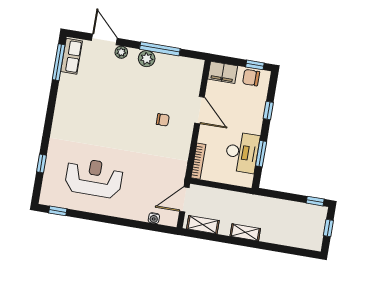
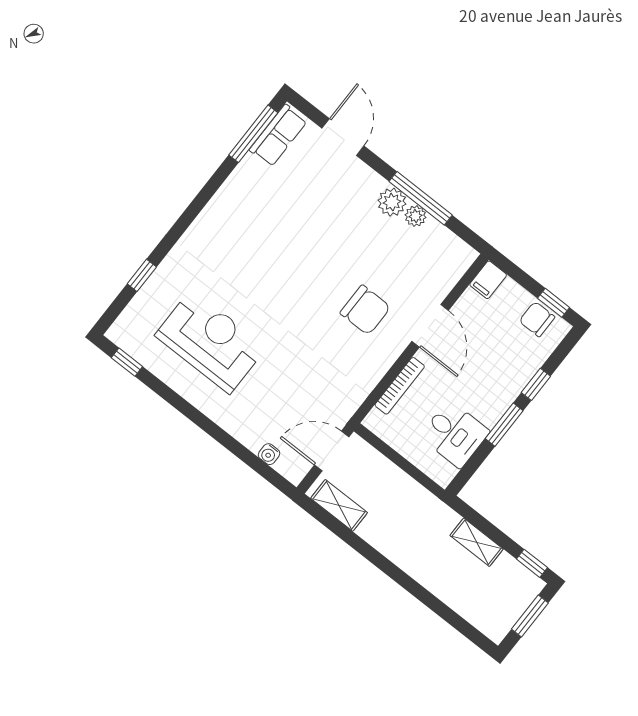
plant: (121, 52) -> (416, 216), moved
filing cabinet: (223, 72) -> (488, 280), width x0.50
chair: (163, 120) -> (365, 310), width x1.87, depth x1.87
desk: (242, 152) -> (455, 434), width x0.73
window: (261, 154) -> (504, 425), moved
bookcase: (198, 161) -> (400, 386), moved
window: (328, 228) -> (530, 616), width x1.50
shelving: (245, 232) -> (477, 542), moved

